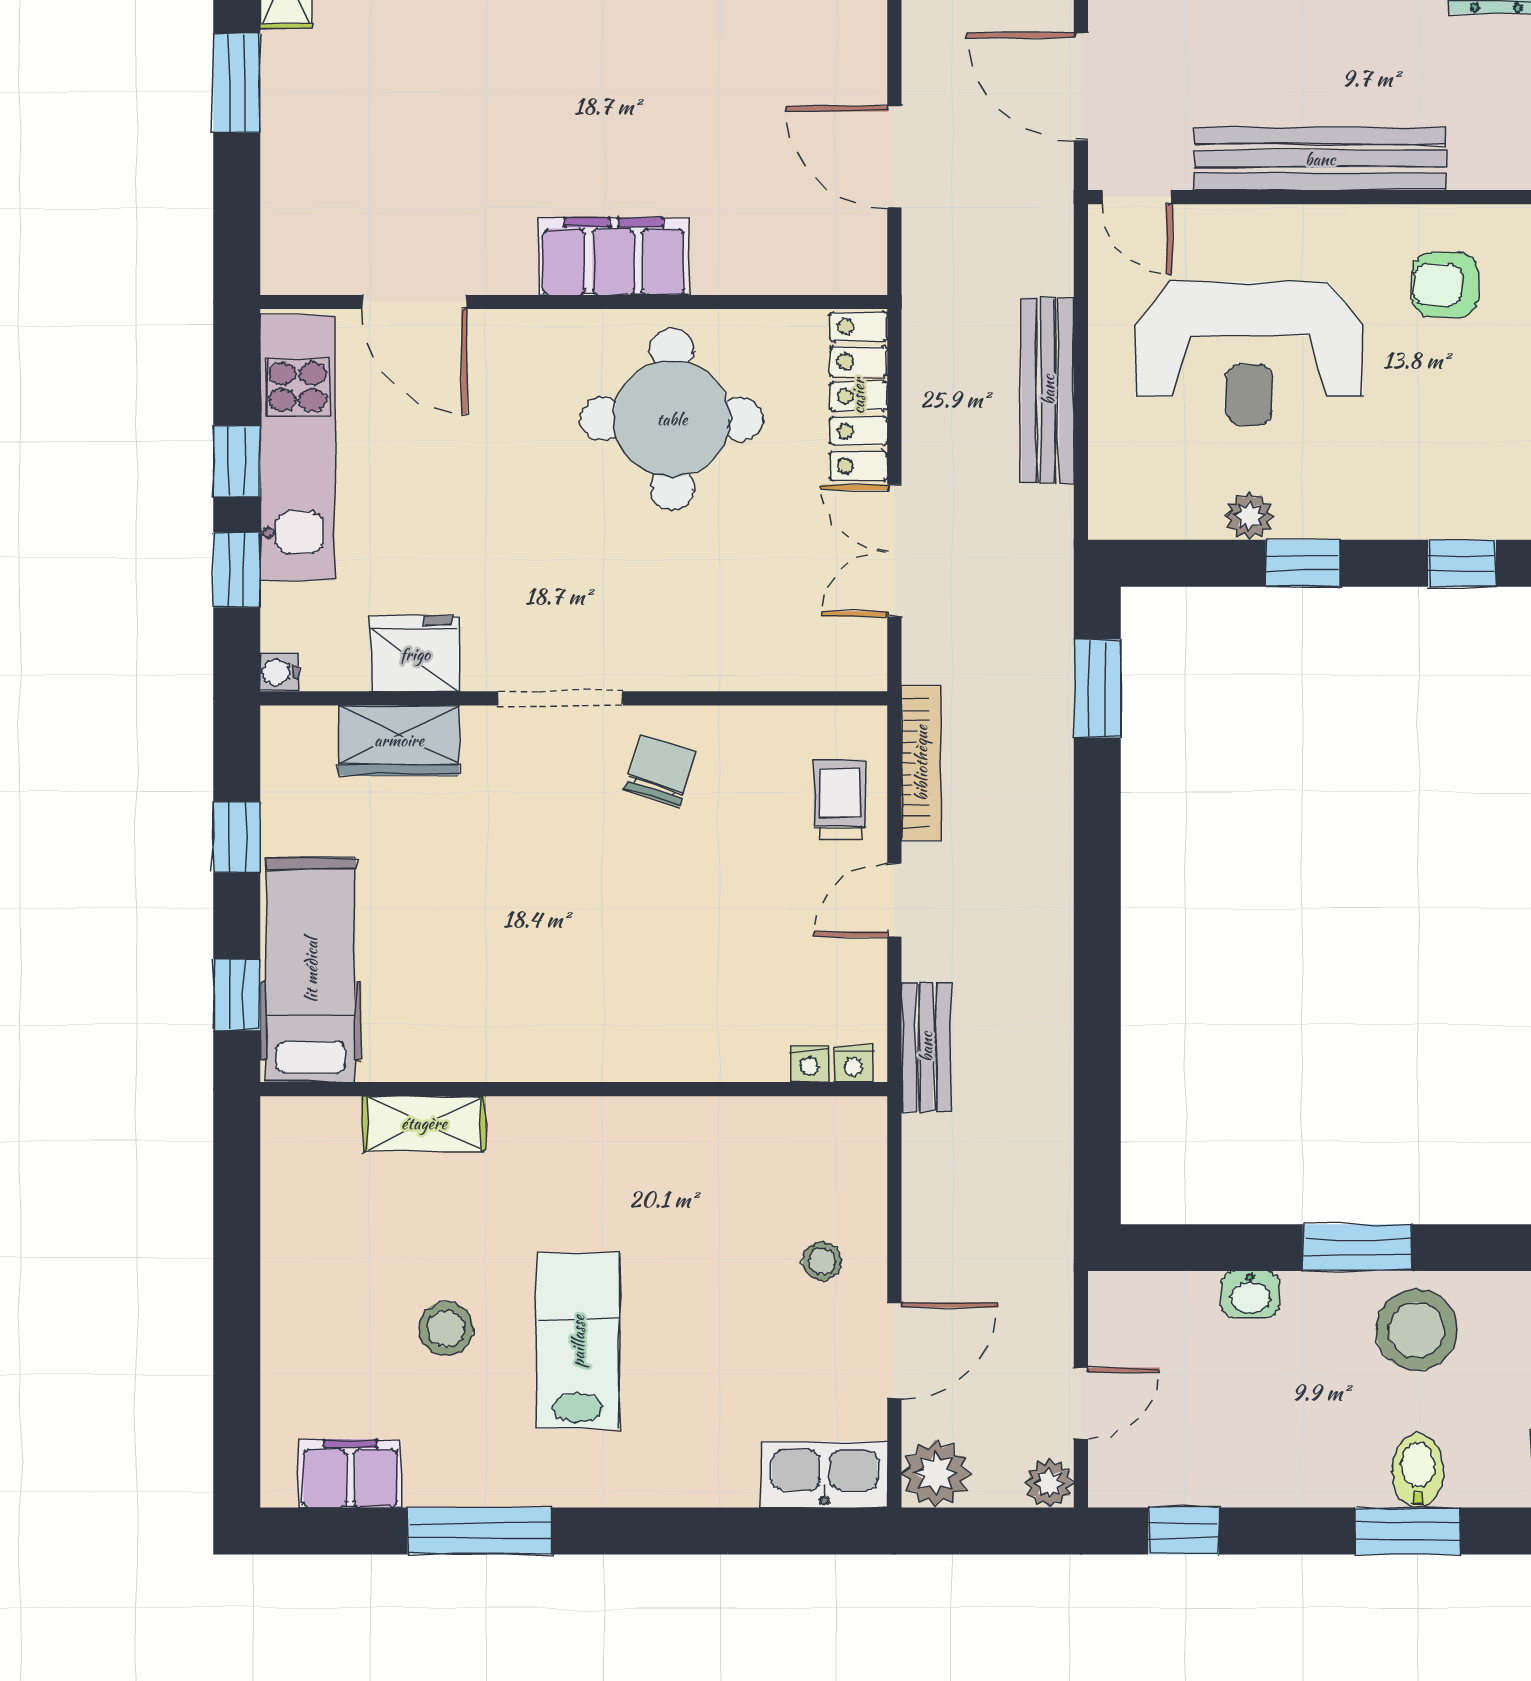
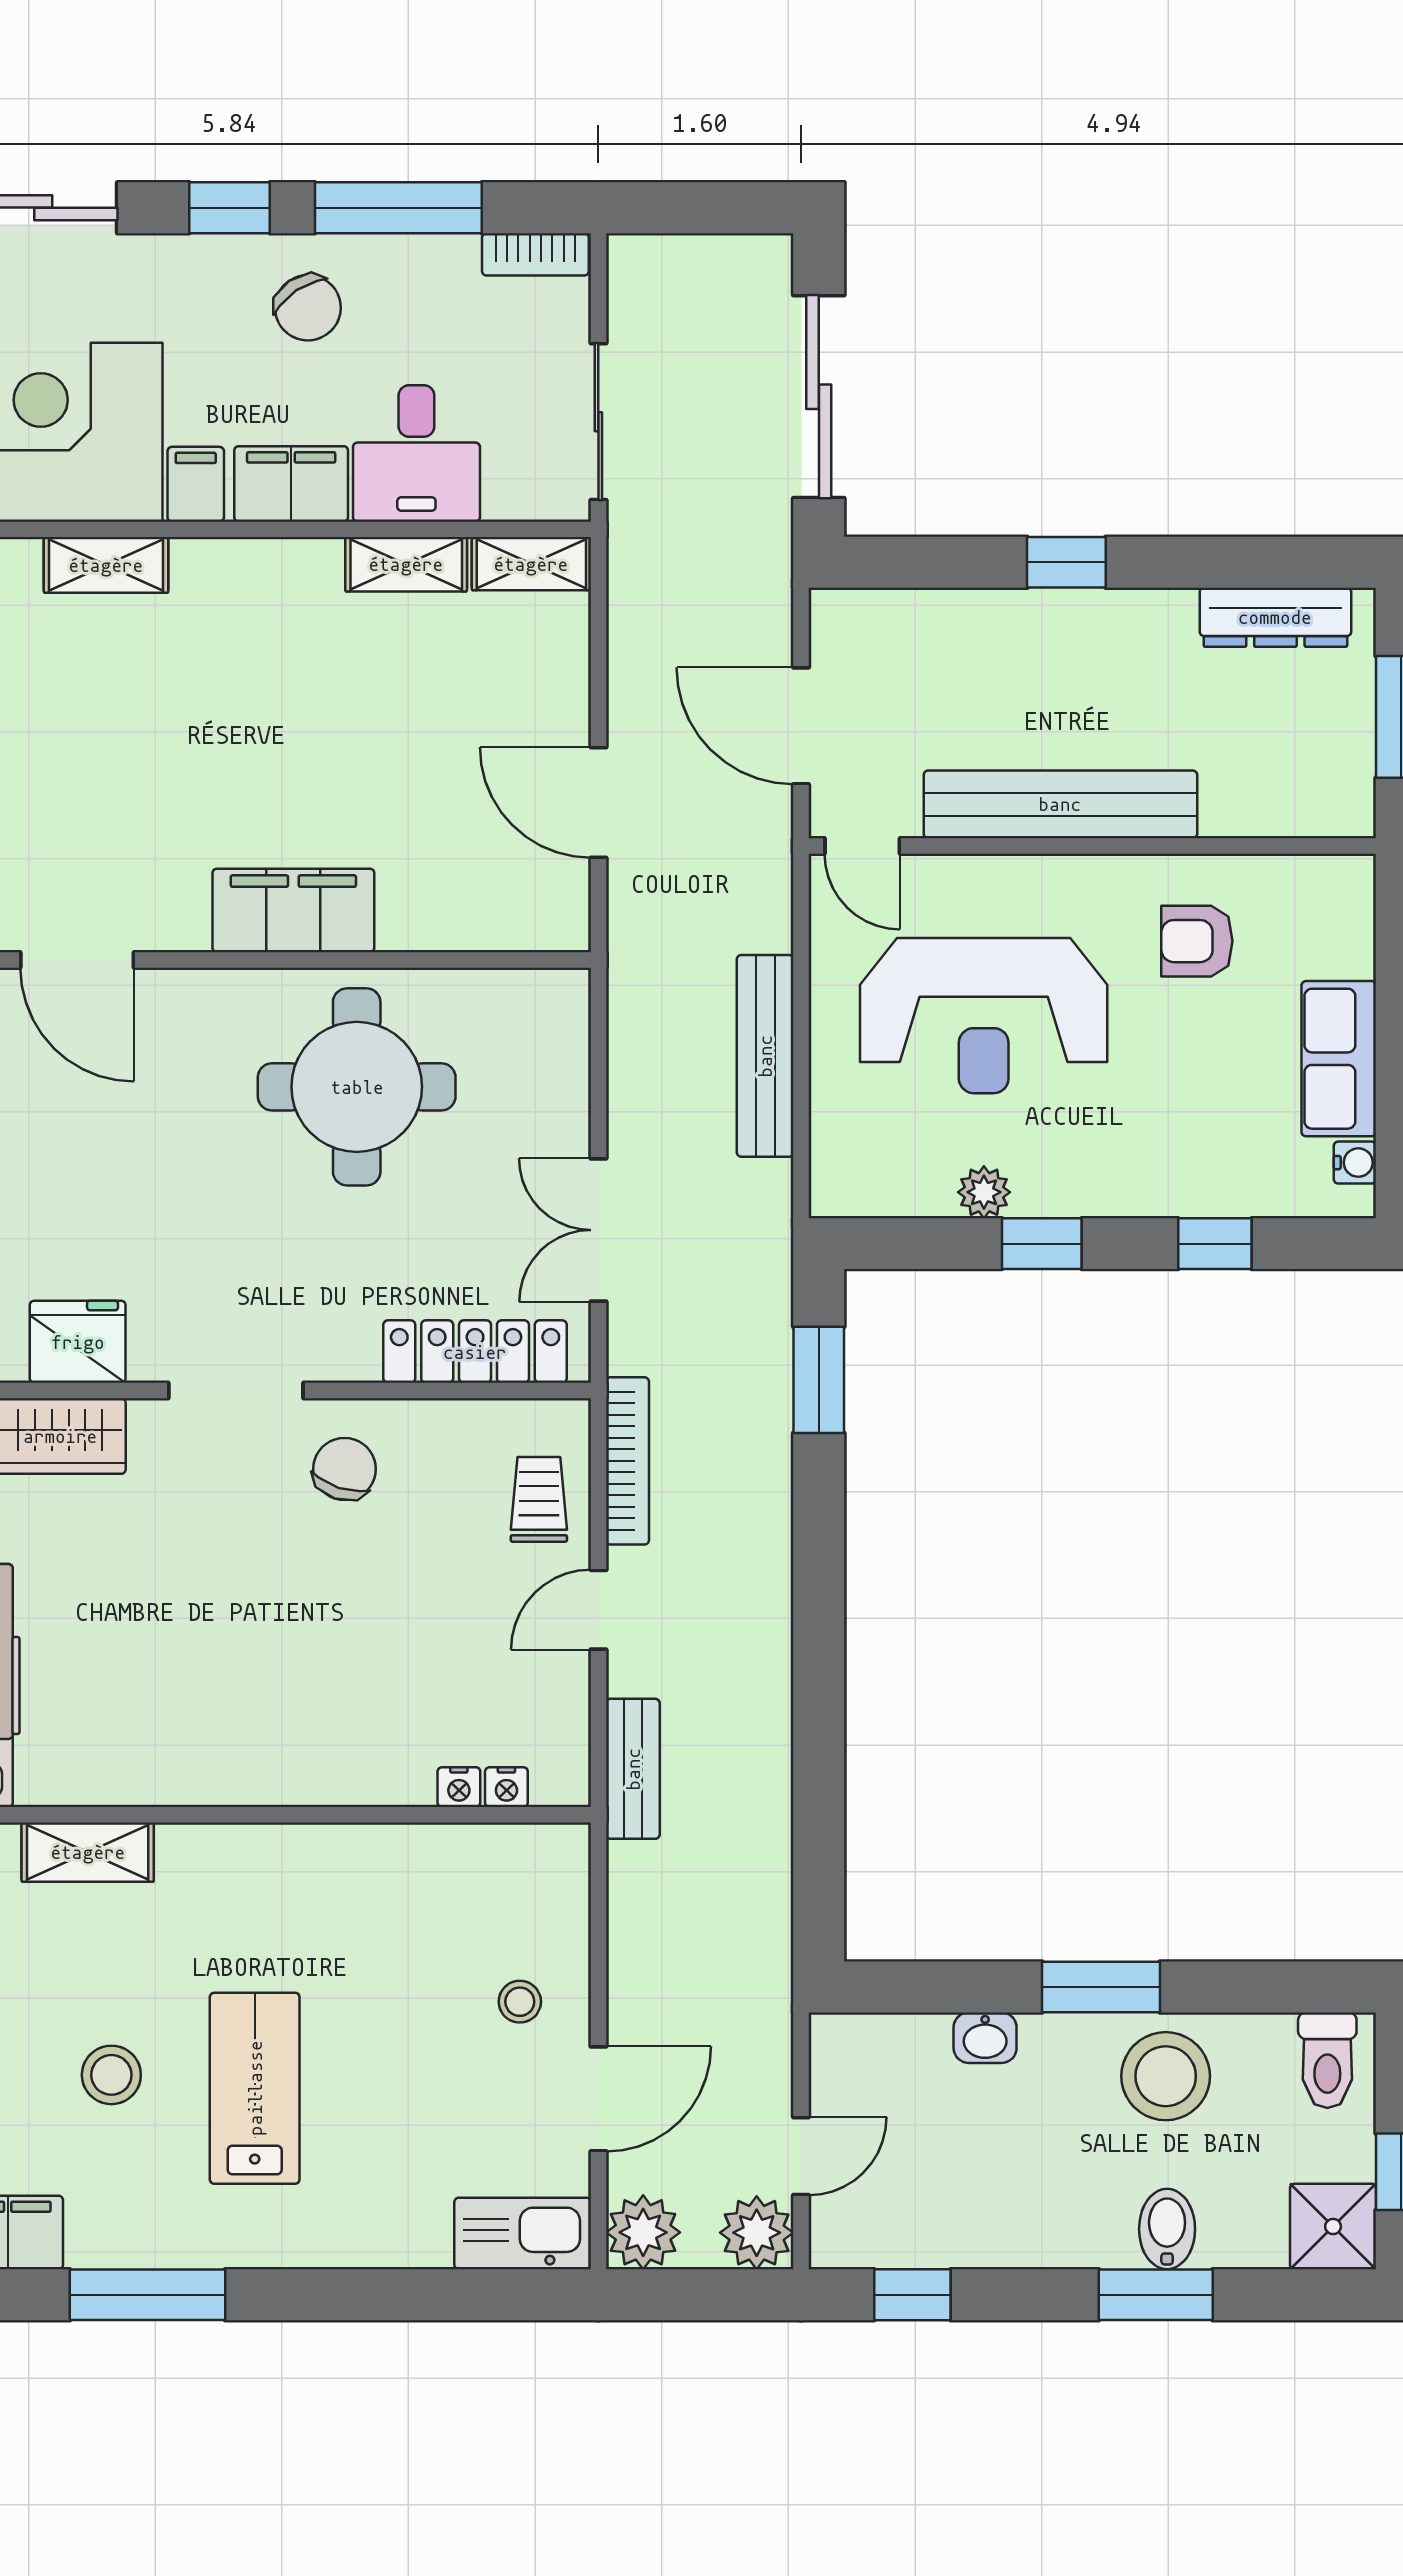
locker: (858, 396) -> (475, 1352), moved, turned 90
nightstand: (853, 1064) -> (459, 1787), moved
plant: (1049, 1483) -> (757, 2233), width x1.38, depth x1.38

